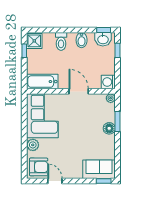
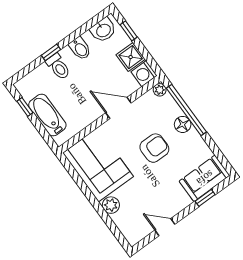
window: (104, 30) -> (51, 52), moved
shower: (34, 41) -> (131, 57), moved
bathtub: (42, 82) -> (47, 115), moved, turned 90
window: (118, 121) -> (186, 110), width x2.11
armchair: (39, 167) -> (154, 148), moved
window: (104, 181) -> (205, 198), moved

